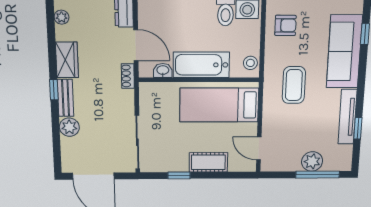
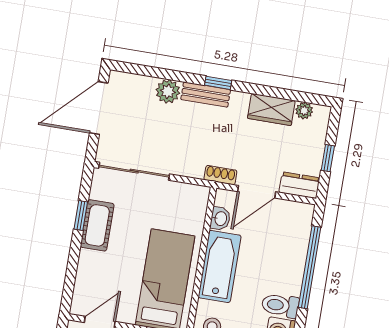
wardrobe: (67, 60) -> (271, 109), moved
cot: (208, 162) -> (97, 225), moved

